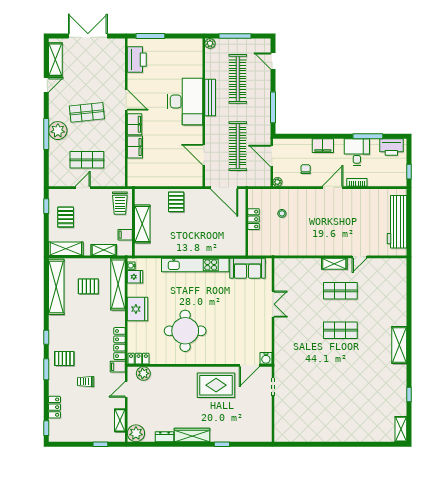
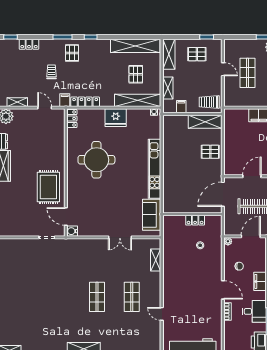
shelving: (142, 224) -> (205, 122), moved
shelving: (334, 264) -> (156, 260), moved
fridge: (135, 277) -> (144, 115), removed
plant: (143, 373) -> (59, 123), removed

